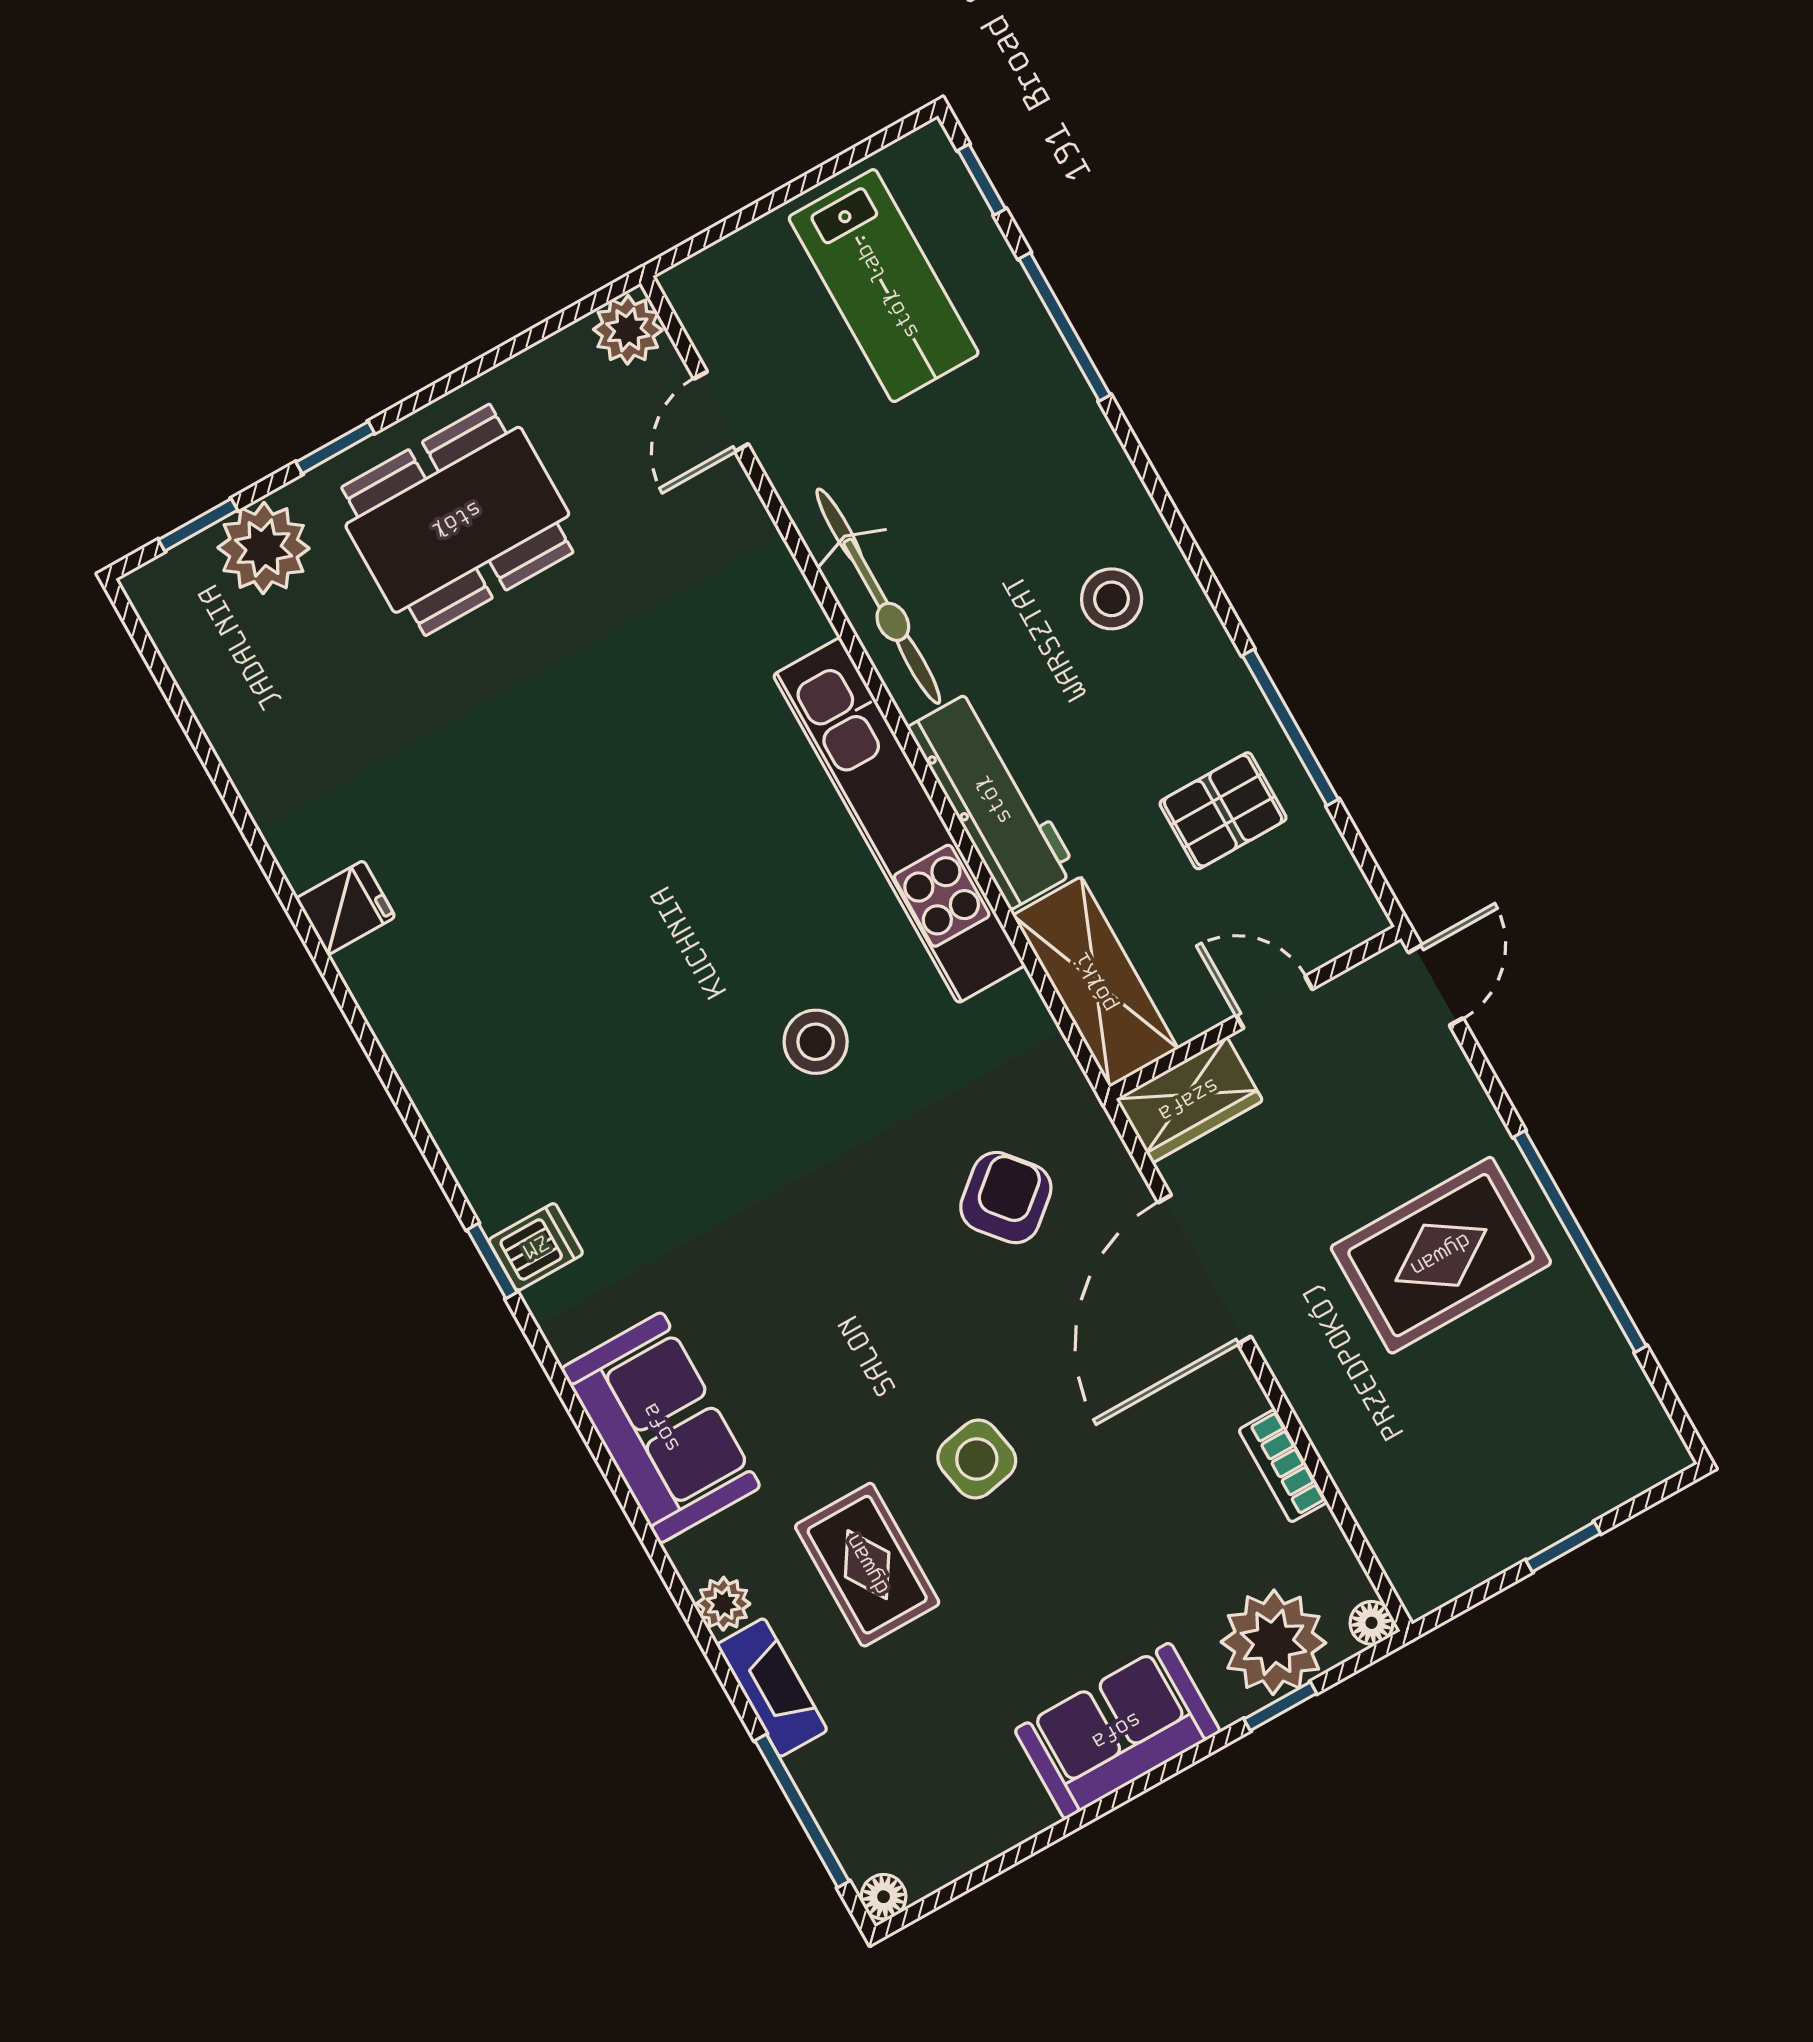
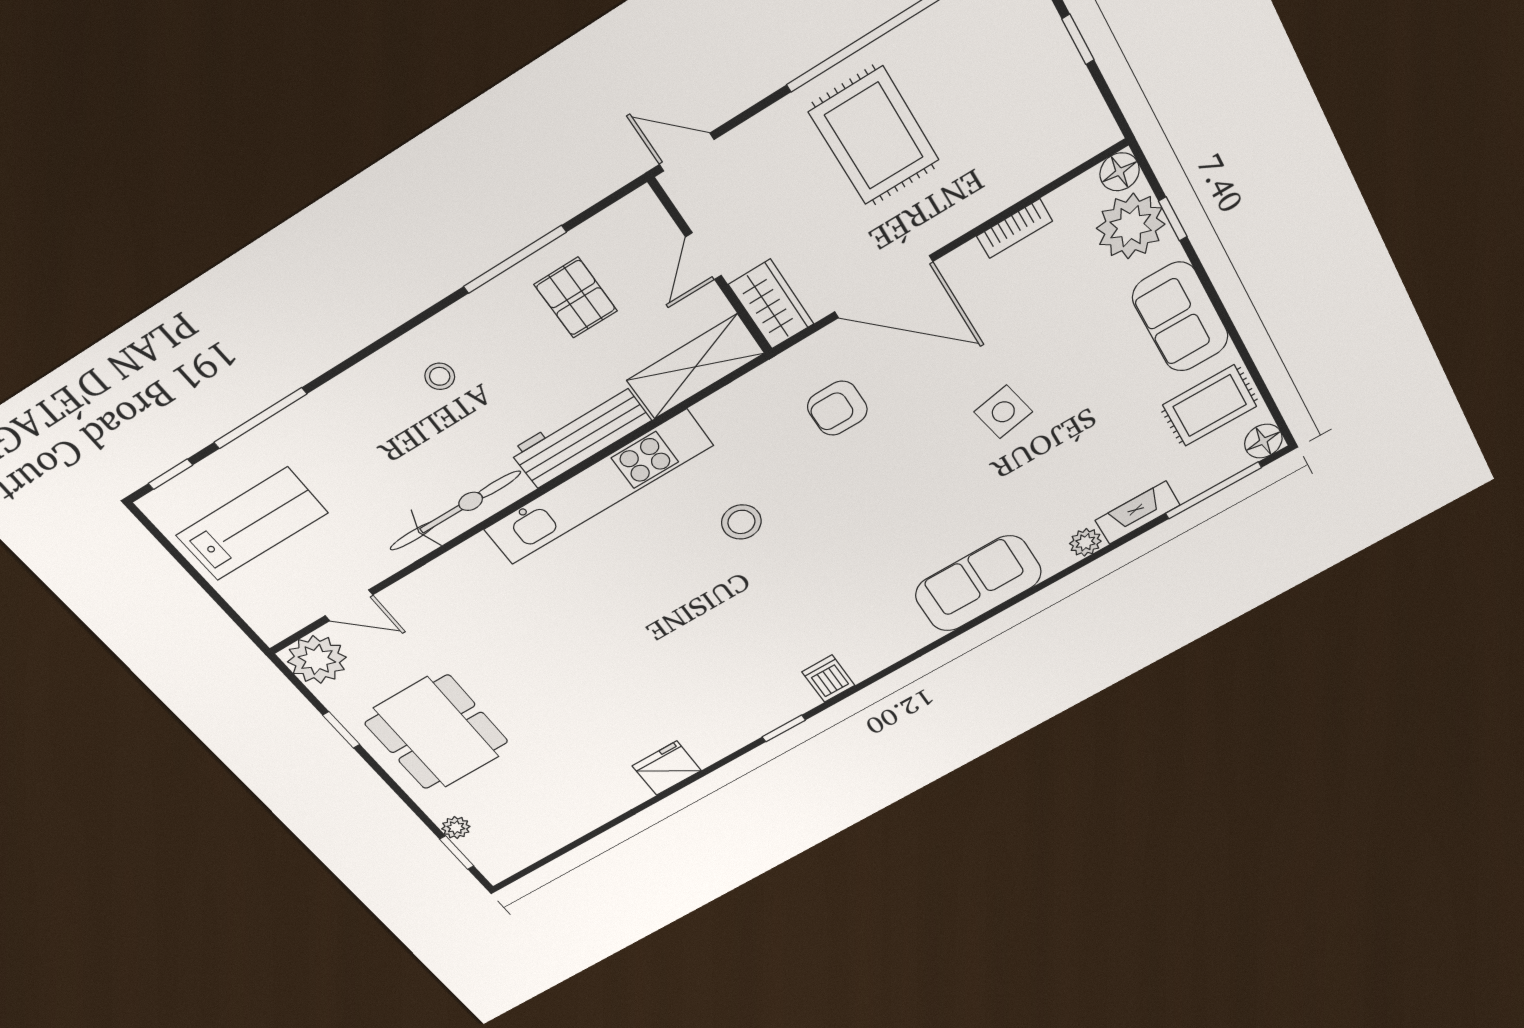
plant: (628, 330) -> (317, 660), width x1.36, depth x1.36
window: (335, 448) -> (341, 730), moved
plant: (264, 548) -> (456, 828), width x0.53, depth x0.53
stool: (1112, 599) -> (440, 376), width x0.73, depth x0.73
fridge: (346, 908) -> (667, 768), width x1.38
armchair: (1006, 1198) -> (837, 408), turned -50
dishwasher: (536, 1247) -> (828, 679), moved
window: (492, 1261) -> (784, 728), moved
rug: (867, 1565) -> (1210, 406), moved
floor lamp: (1372, 1623) -> (1120, 172), width x1.37, depth x1.37
floor lamp: (884, 1897) -> (1263, 441), width x1.37, depth x1.37

